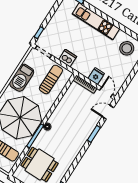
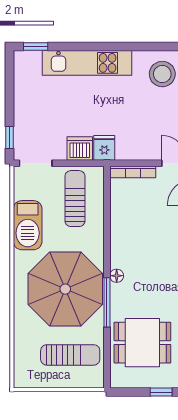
fridge: (96, 76) -> (104, 148), moved

